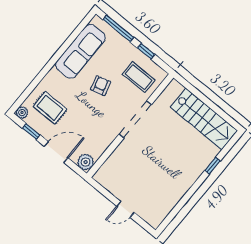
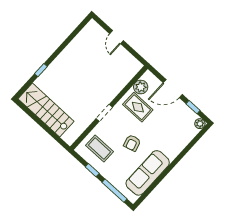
rug: (50, 108) -> (138, 107), moved
doorway: (135, 119) -> (104, 113), width x0.53
plant: (86, 162) -> (141, 87), moved
door: (125, 209) -> (117, 37), swing flipped

